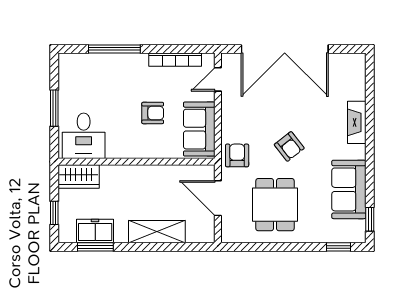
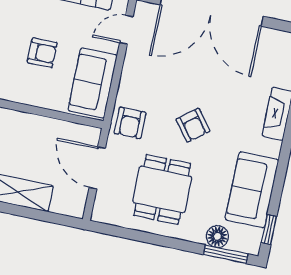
armchair: (237, 155) -> (130, 123), turned 180
floor lamp: (329, 234) -> (217, 236), added
window: (338, 247) -> (226, 254), width x1.50

